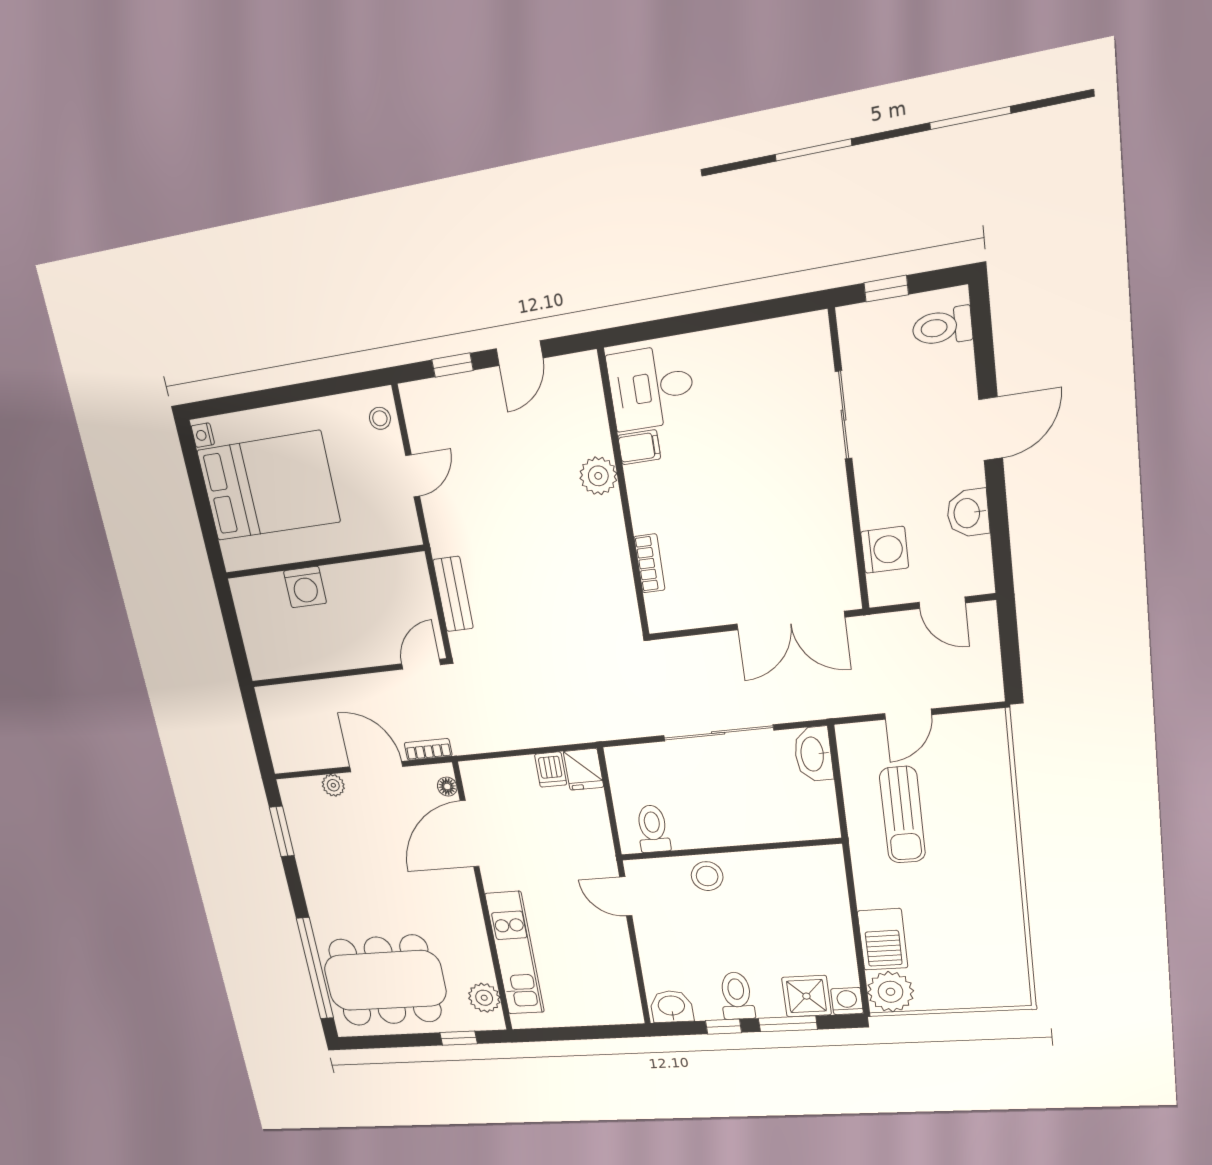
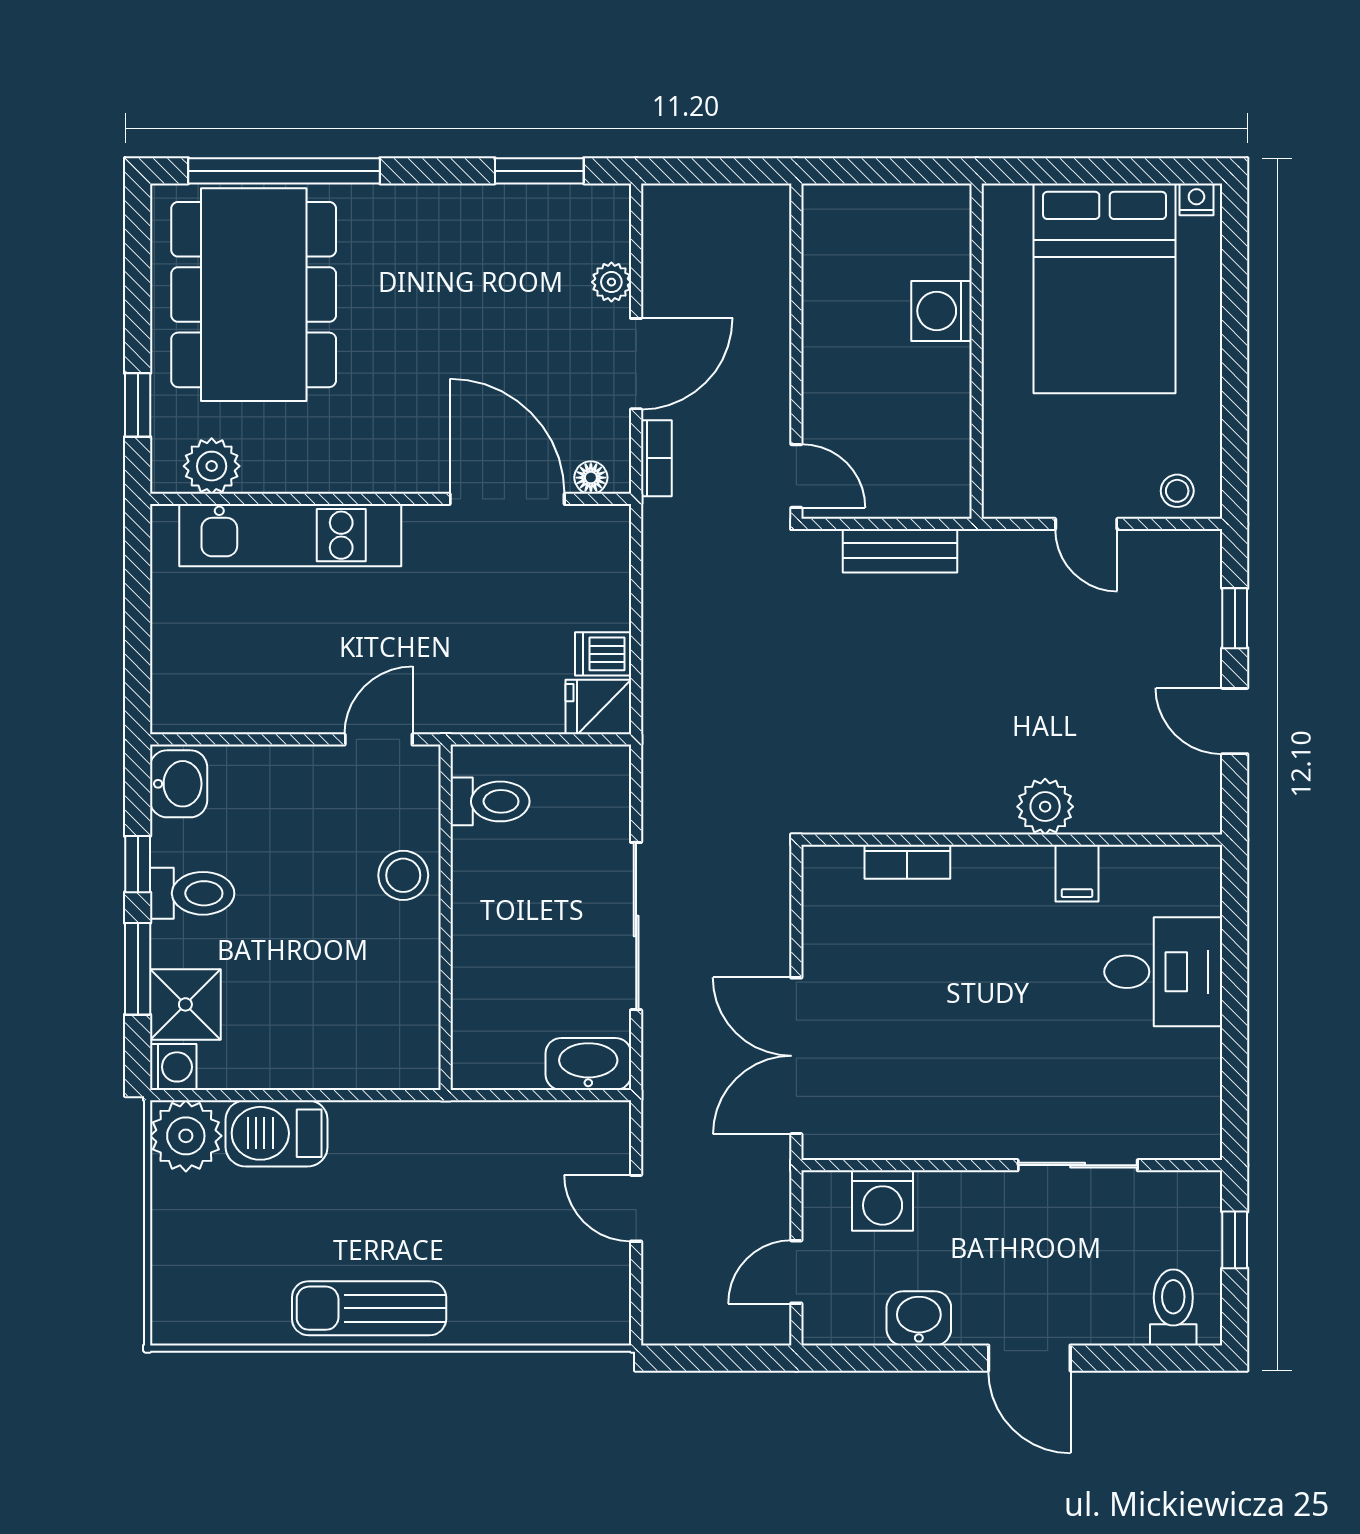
desk: (651, 388) -> (1163, 972), moved, turned 90
sun lounger: (902, 815) -> (369, 1308), moved

